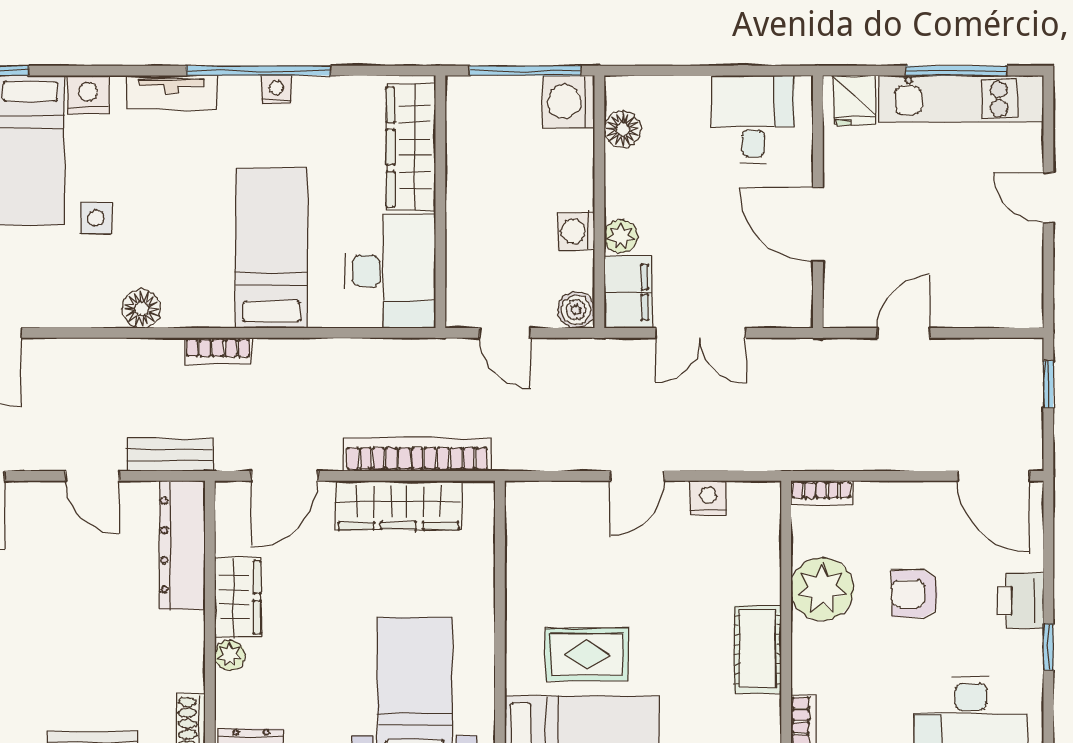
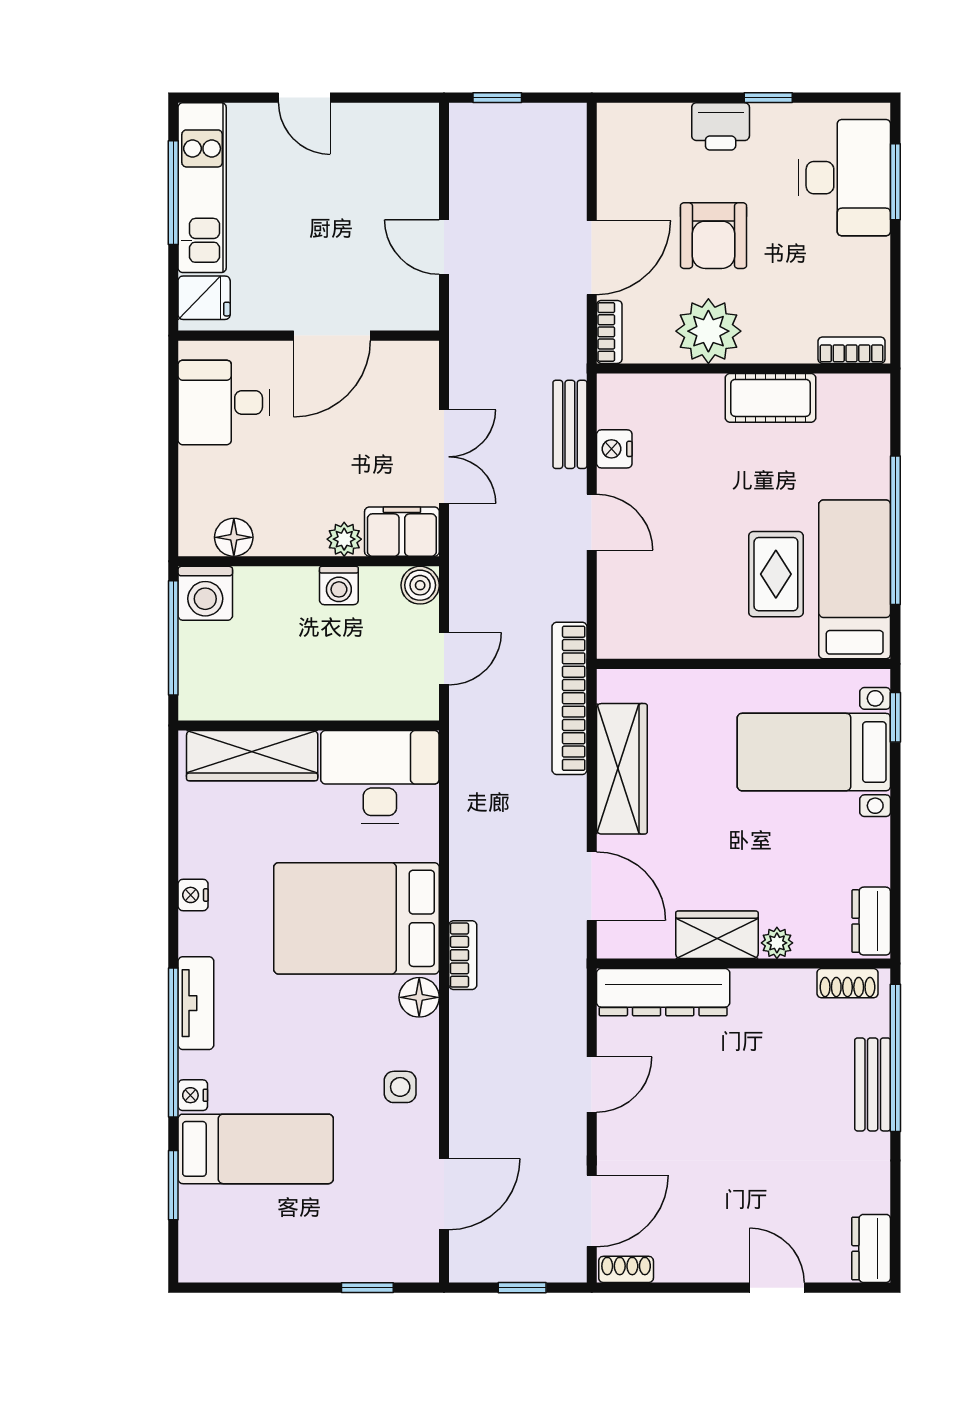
window: (258, 71) -> (173, 1043), moved
nightstand: (88, 95) -> (193, 1095), width x0.72, depth x0.74
door: (1048, 198) -> (304, 98), hinge flipped
side table: (96, 218) -> (400, 1087), moved
bed: (272, 248) -> (356, 918), width x1.50
floor lamp: (142, 309) -> (419, 997), moved
bookcase: (417, 454) -> (570, 698), moved
bench: (170, 455) -> (570, 424), moved
door: (994, 476) -> (592, 258), moved
armchair: (915, 594) -> (713, 236), width x1.38, depth x1.38

